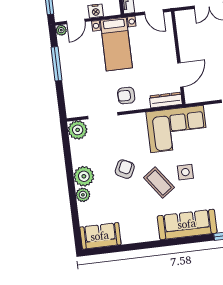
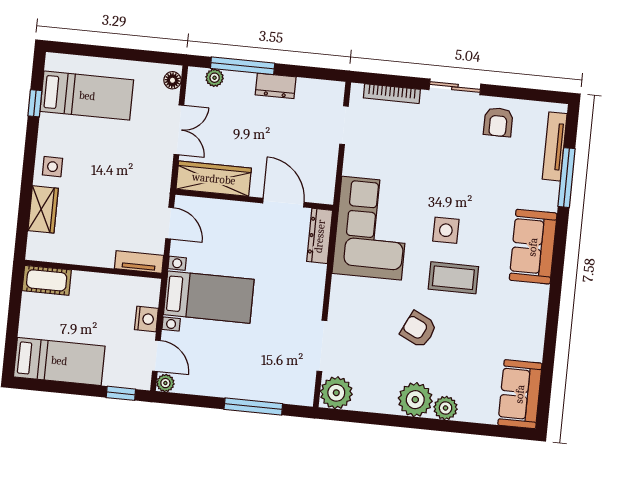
door: (154, 12) -> (170, 223), hinge flipped
wardrobe: (185, 32) -> (214, 179), added
window: (57, 64) -> (253, 407), moved
armchair: (126, 96) -> (297, 300), removed
coffee table: (159, 183) -> (453, 278), turned 36
sofa: (187, 224) -> (533, 247), width x0.73

